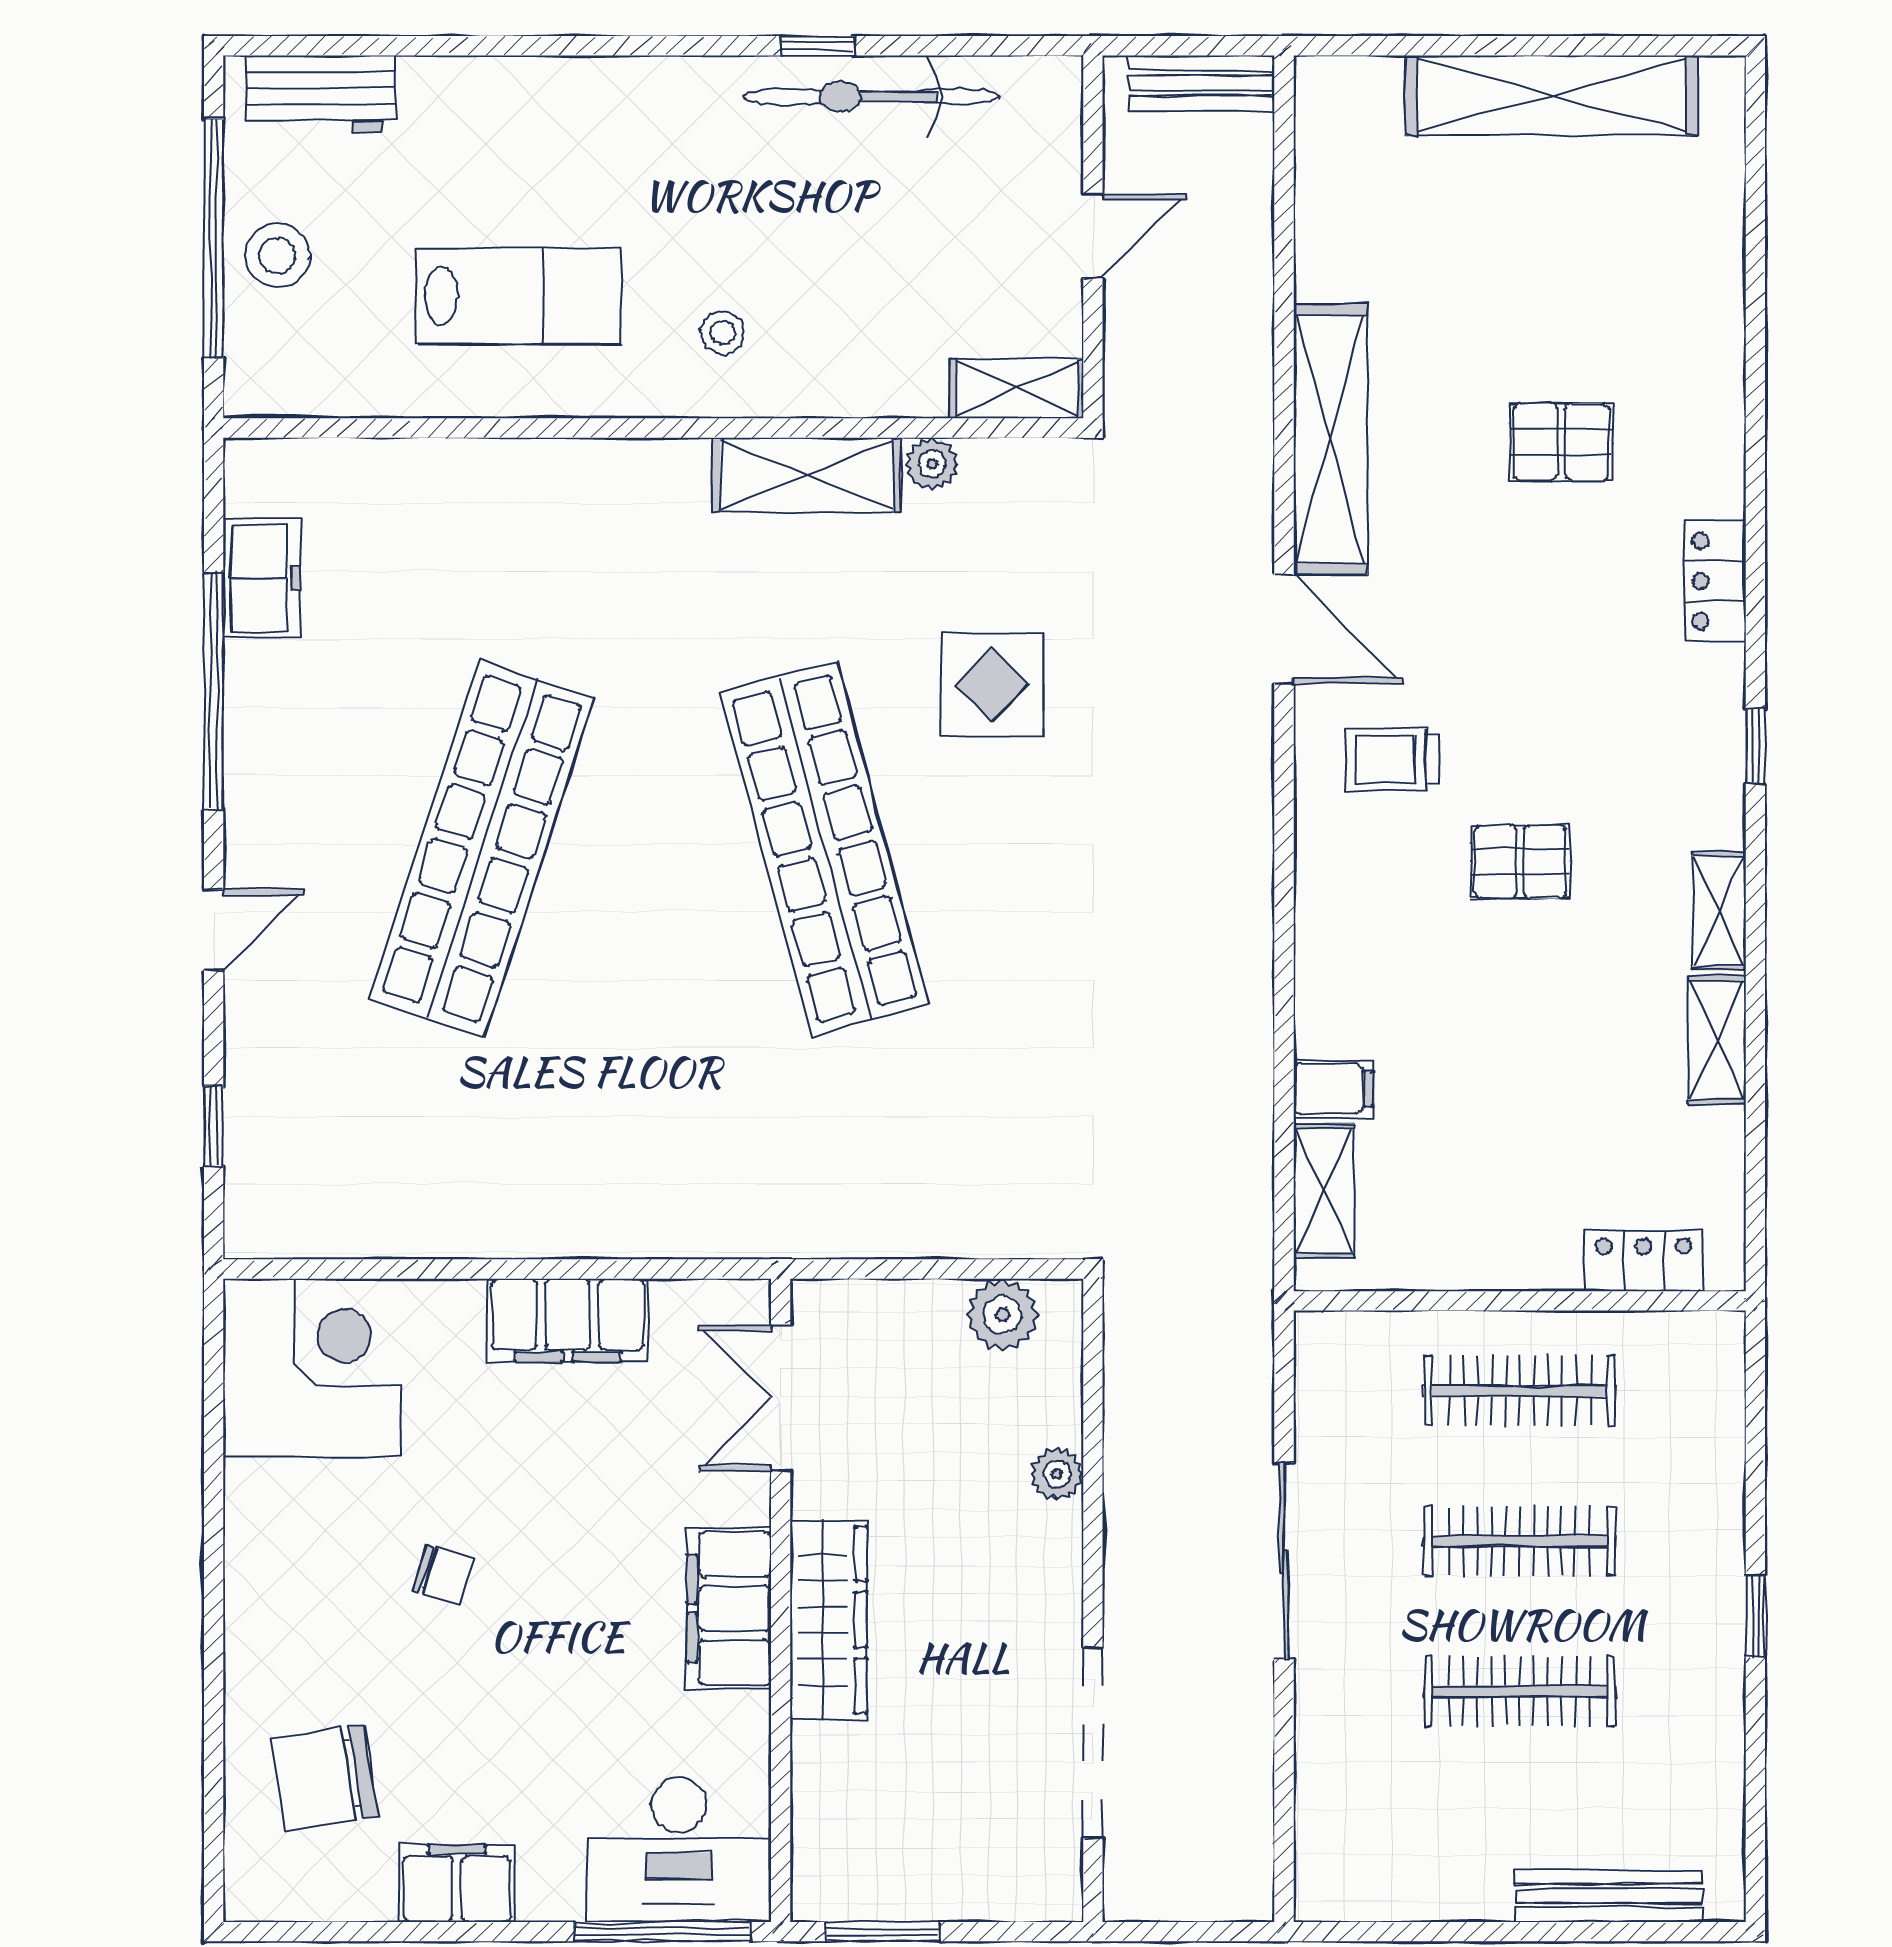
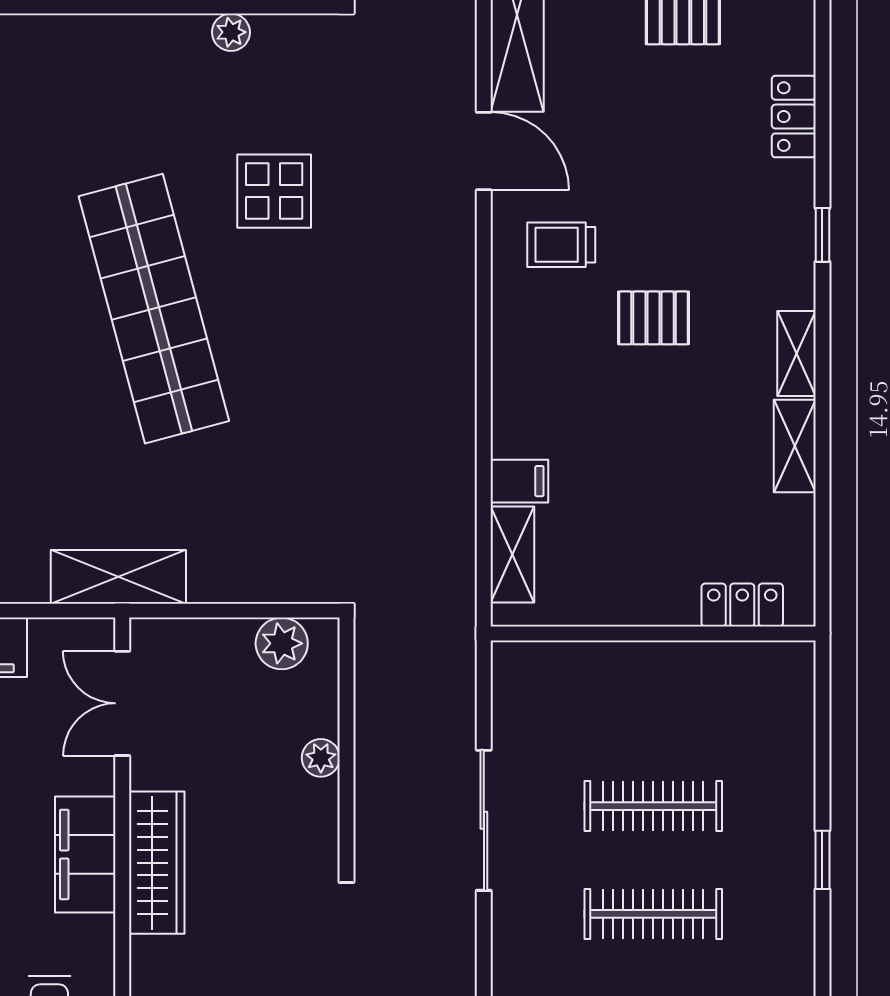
shelving: (807, 475) -> (118, 577), moved
clothes rail: (1520, 1391) -> (653, 698), removed

